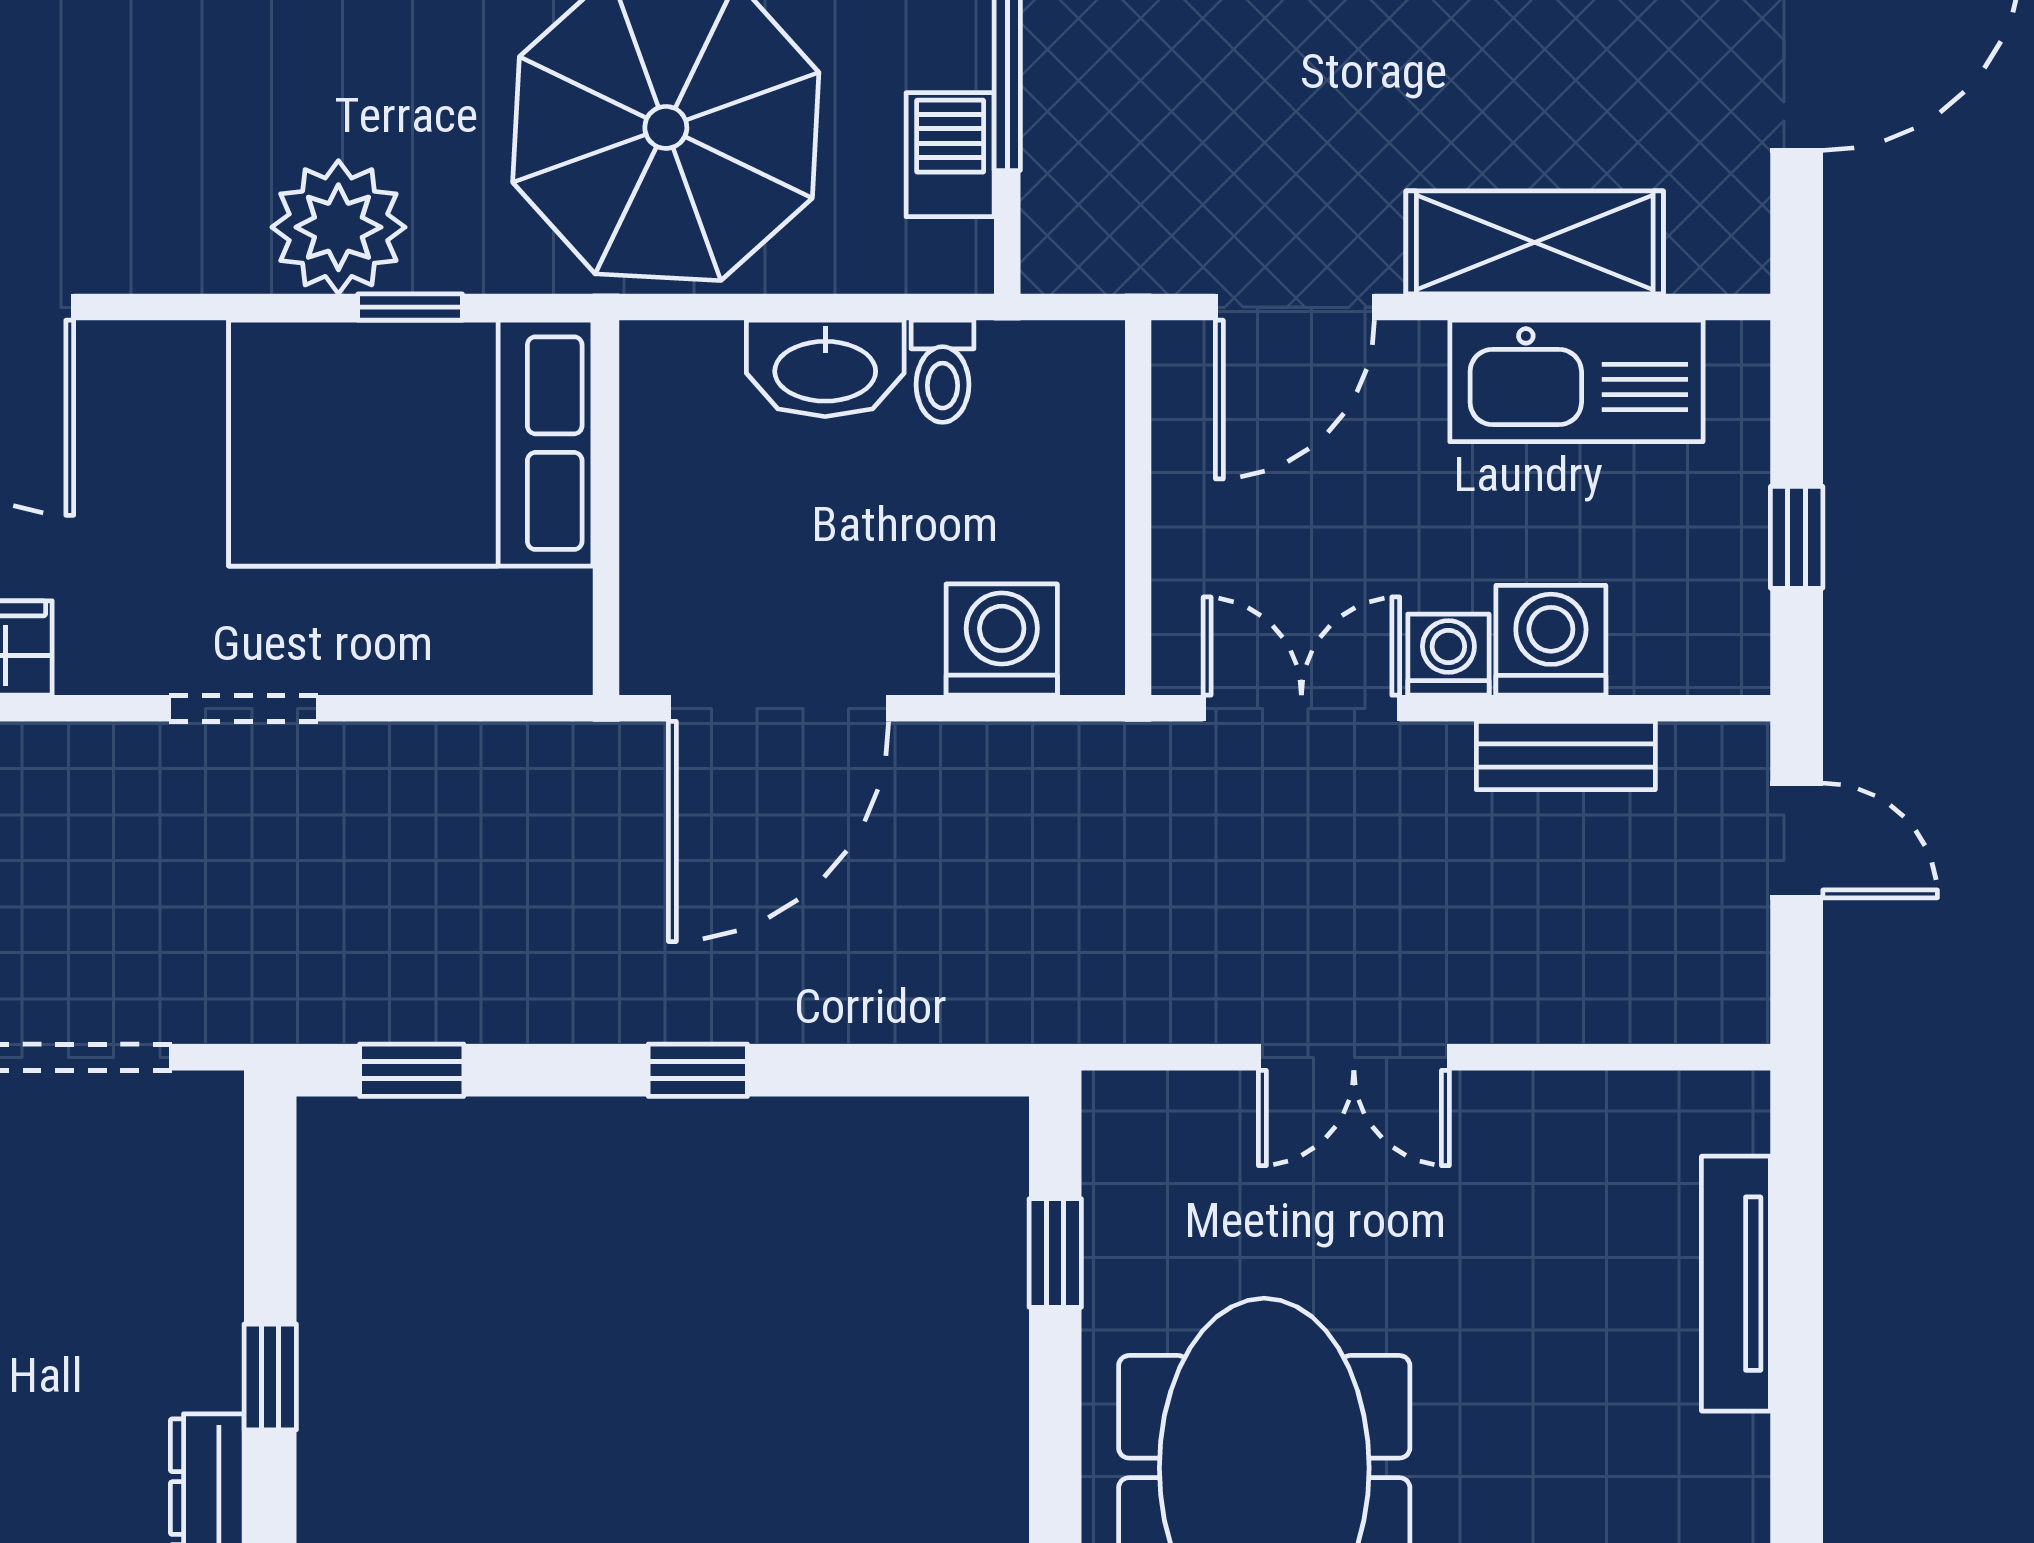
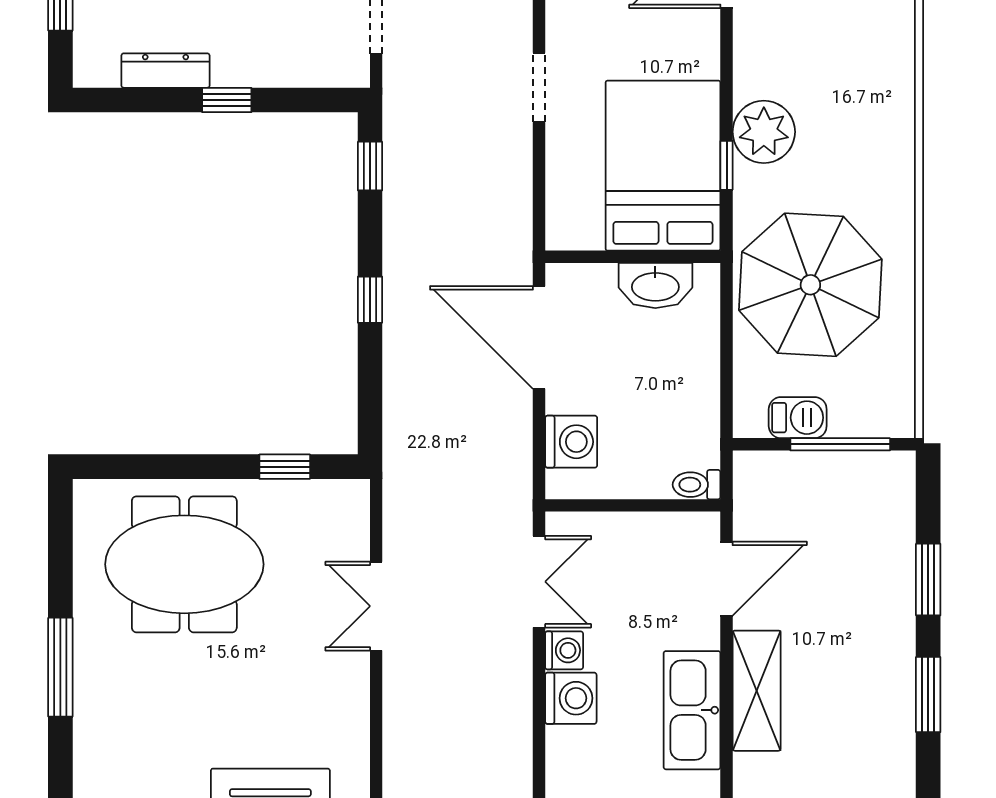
door: (1295, 307) -> (727, 579), swing flipped
washbasin: (825, 368) -> (655, 285), moved, turned -90
toilet: (942, 371) -> (697, 485), moved
bench: (1566, 756) -> (517, 705), removed

